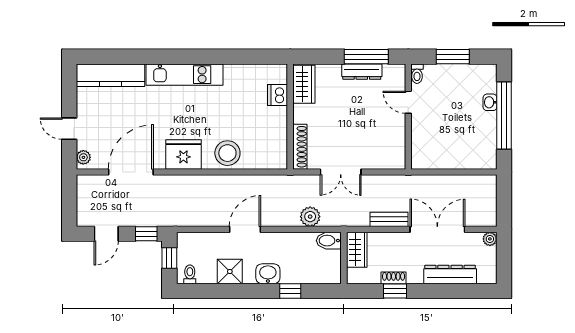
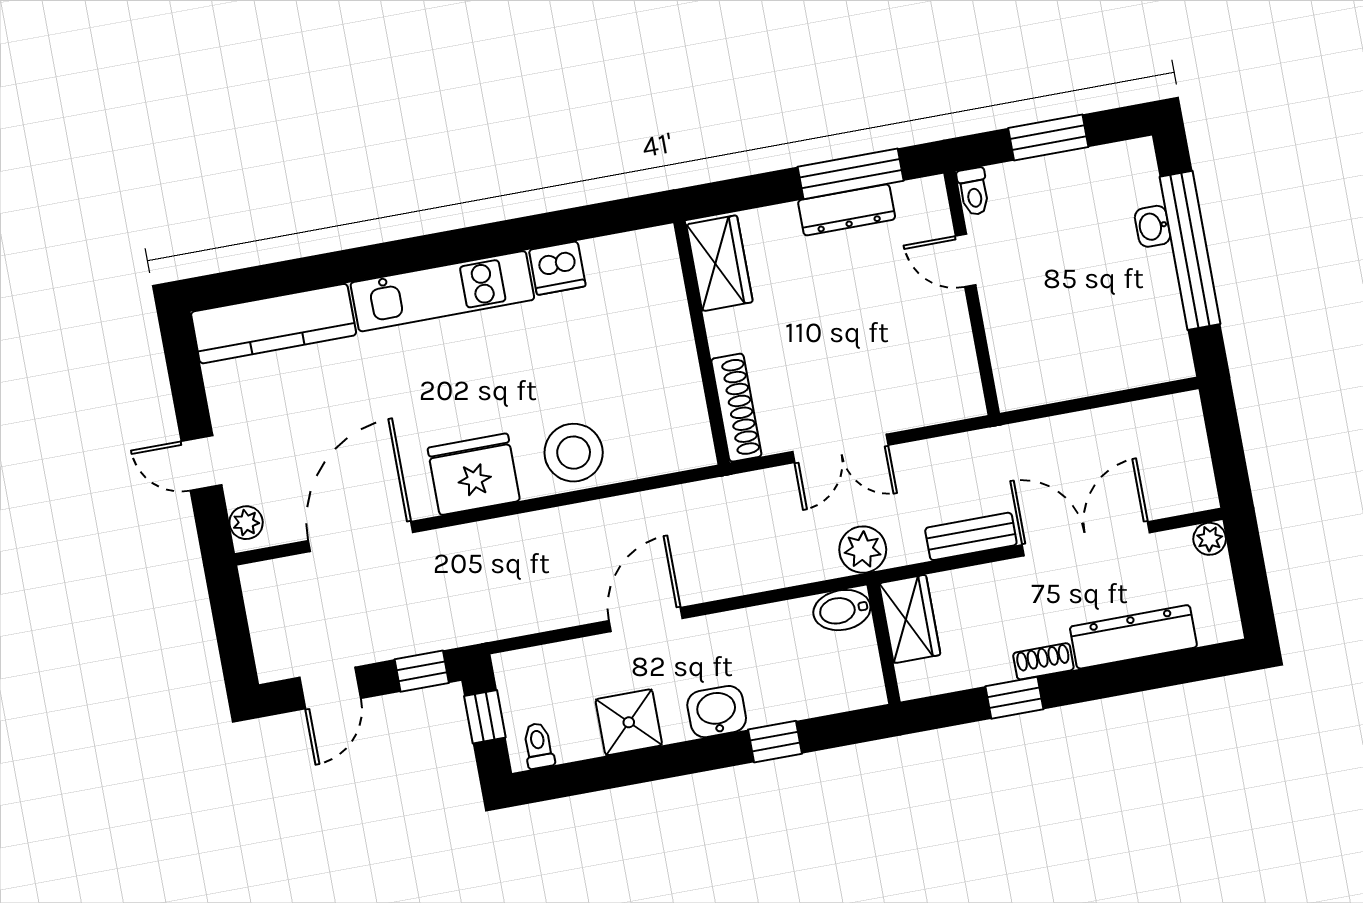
dishwasher: (278, 95) -> (557, 268), moved, turned -90
plant: (310, 217) -> (863, 550), moved
shoe rack: (394, 278) -> (1043, 661), moved

